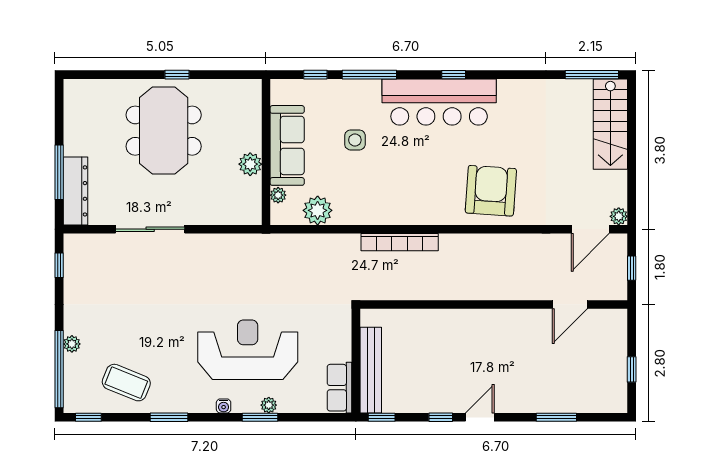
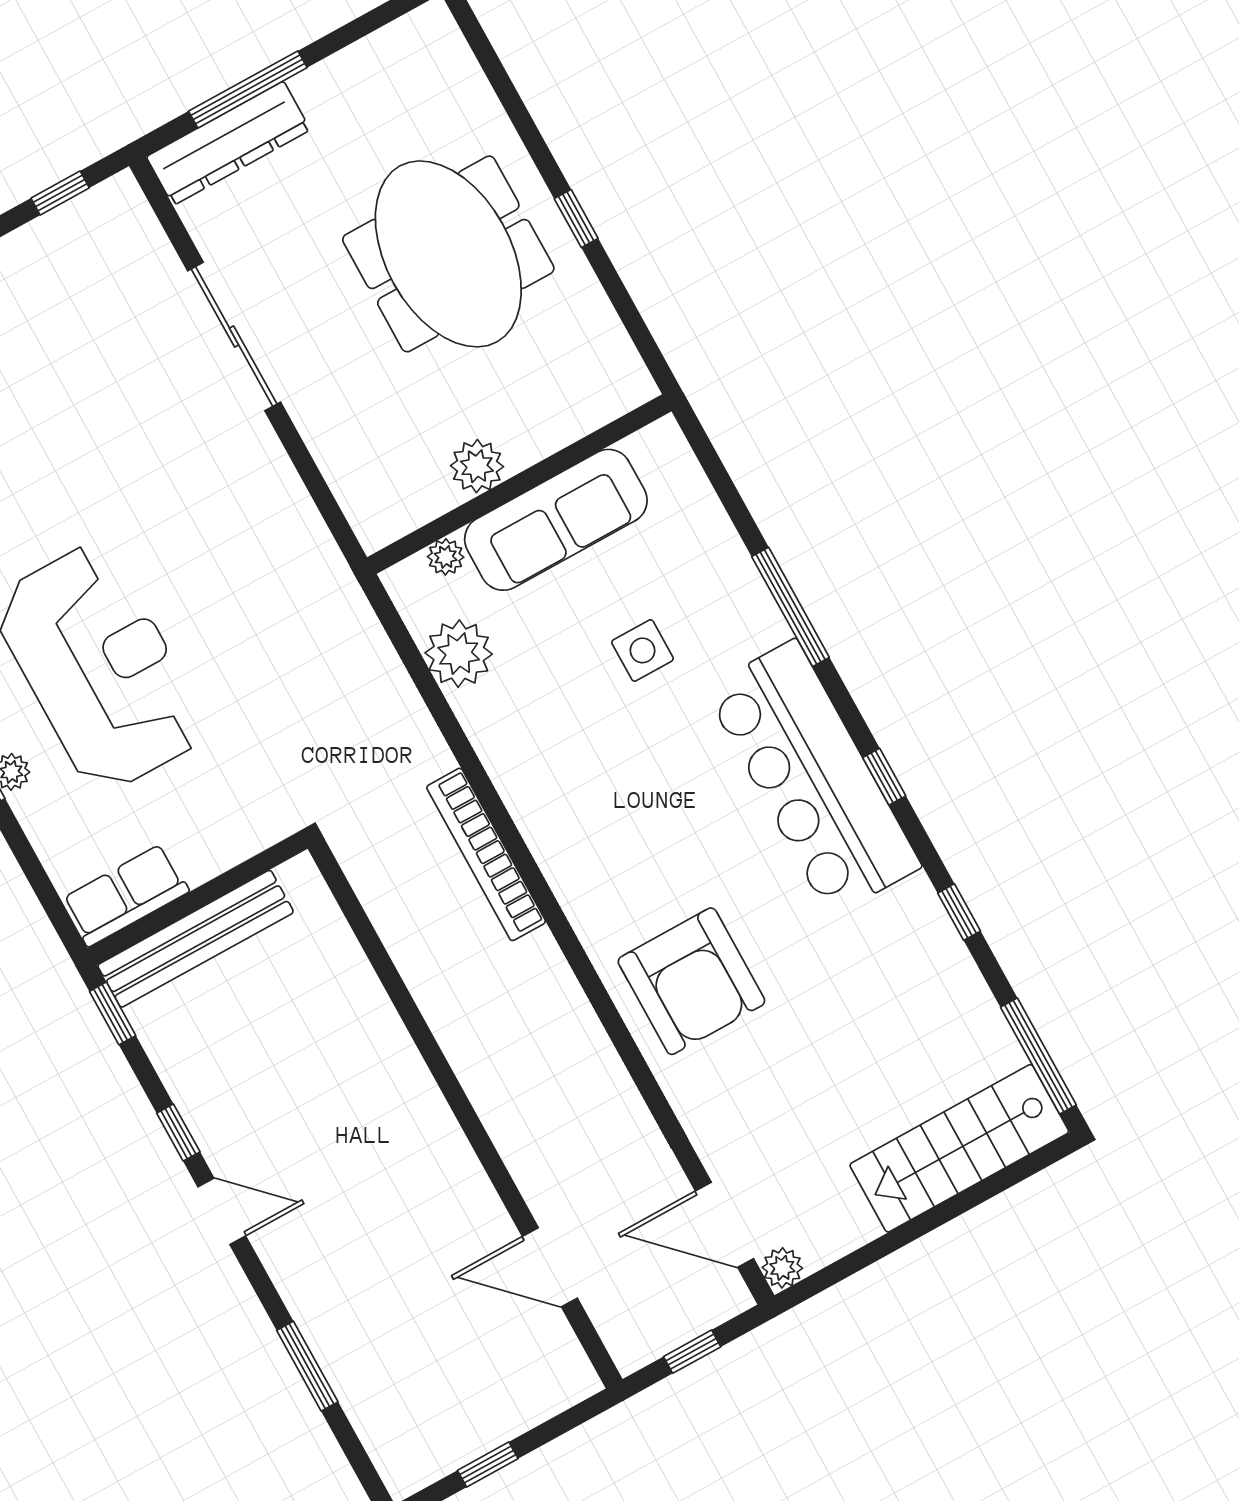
window: (315, 75) -> (959, 912), moved
meeting table: (164, 131) -> (448, 254), turned 90
armchair: (491, 191) -> (691, 981), turned 86

